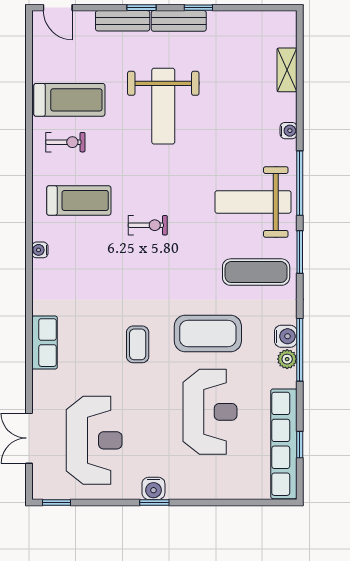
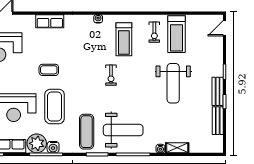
bench: (123, 21) -> (218, 121), moved
shelving: (287, 70) -> (177, 148), moved
weight bench: (163, 106) -> (173, 83), turned -90
weight bench: (253, 202) -> (123, 130), turned 90
plant: (287, 359) -> (37, 143), width x1.88, depth x1.88

